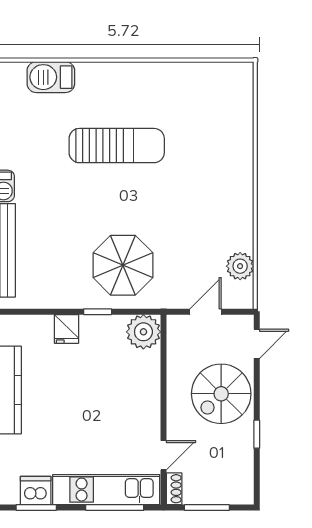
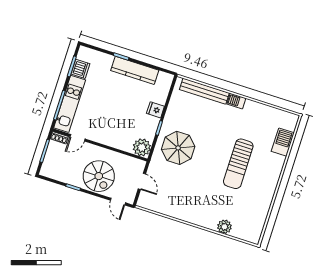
plant: (240, 266) -> (224, 227), moved
spiral stairs: (221, 394) -> (99, 176), turned 180
door: (164, 455) -> (78, 138), hinge flipped

